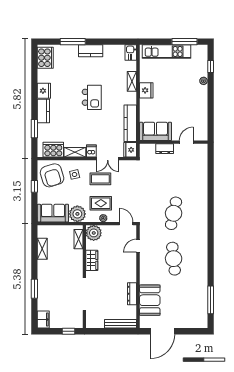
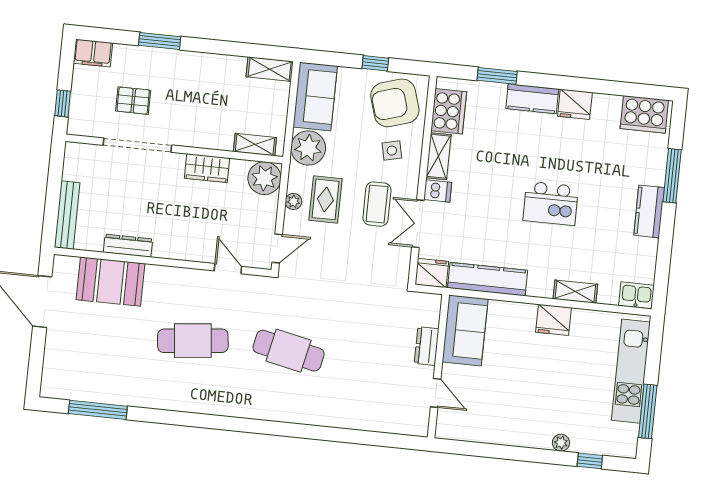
shelving: (42, 249) -> (270, 69), moved
pallet: (64, 298) -> (133, 101), added

